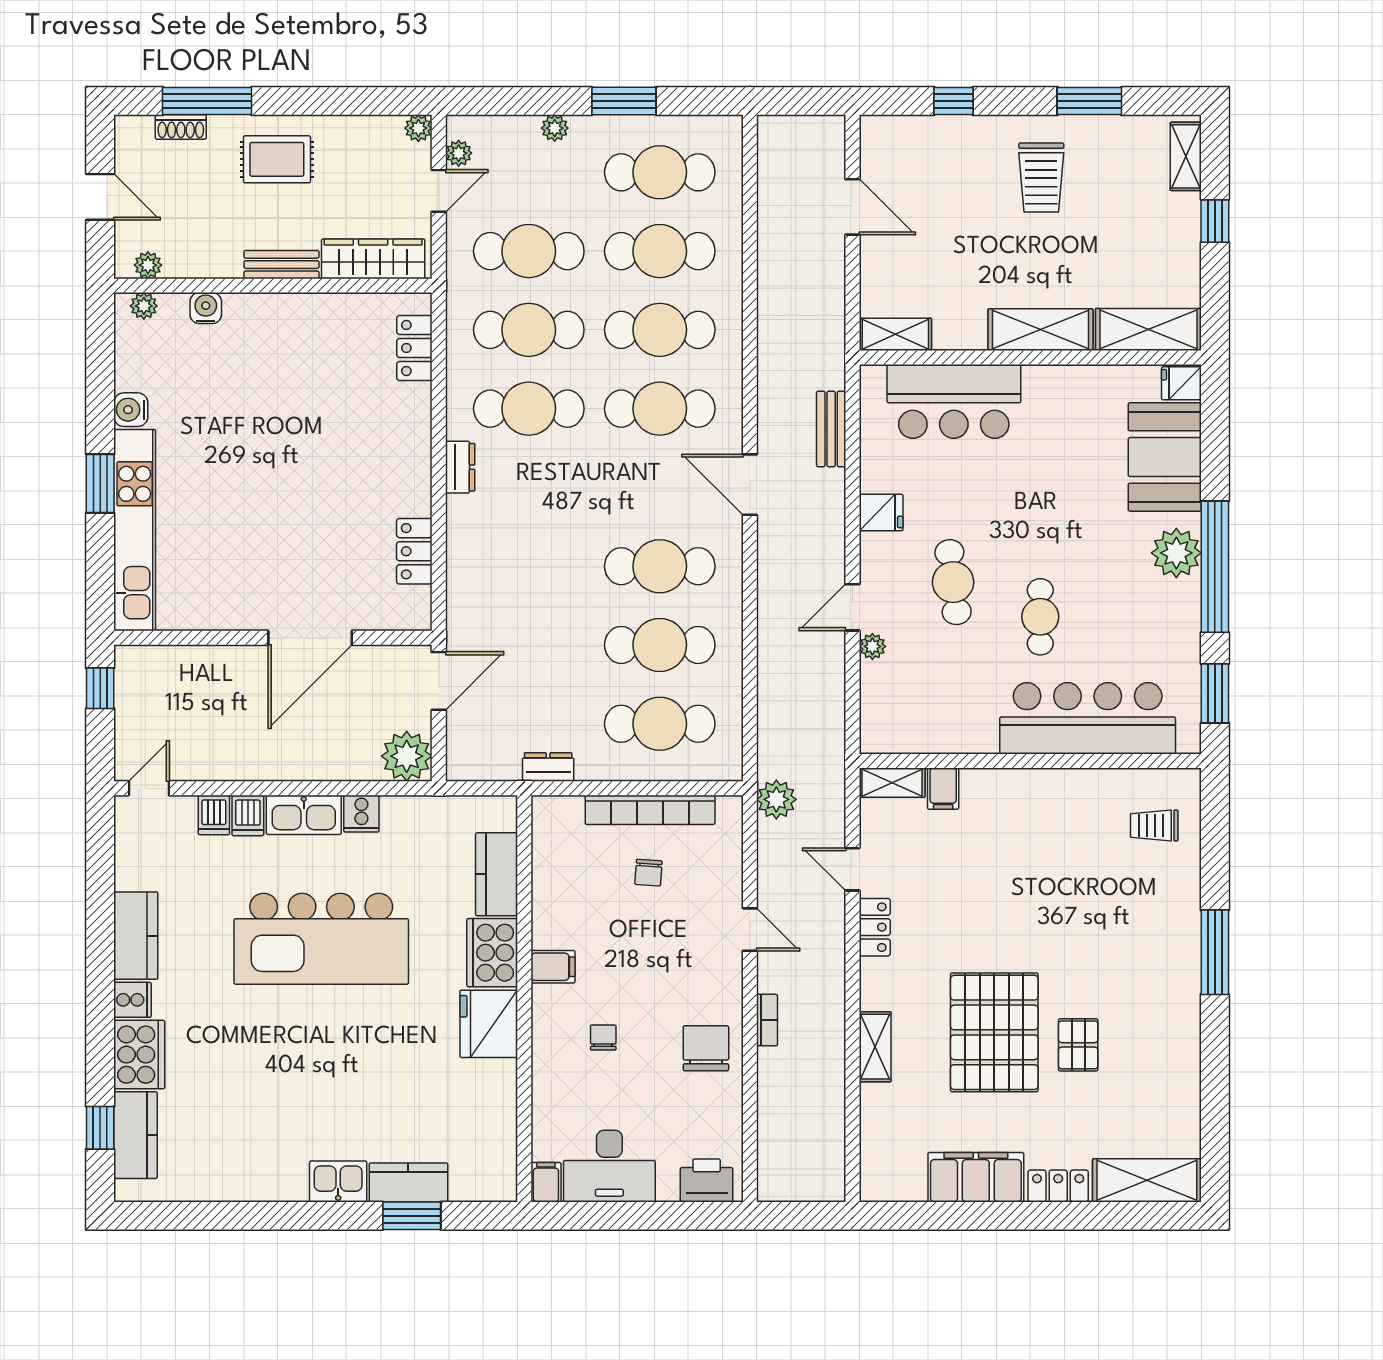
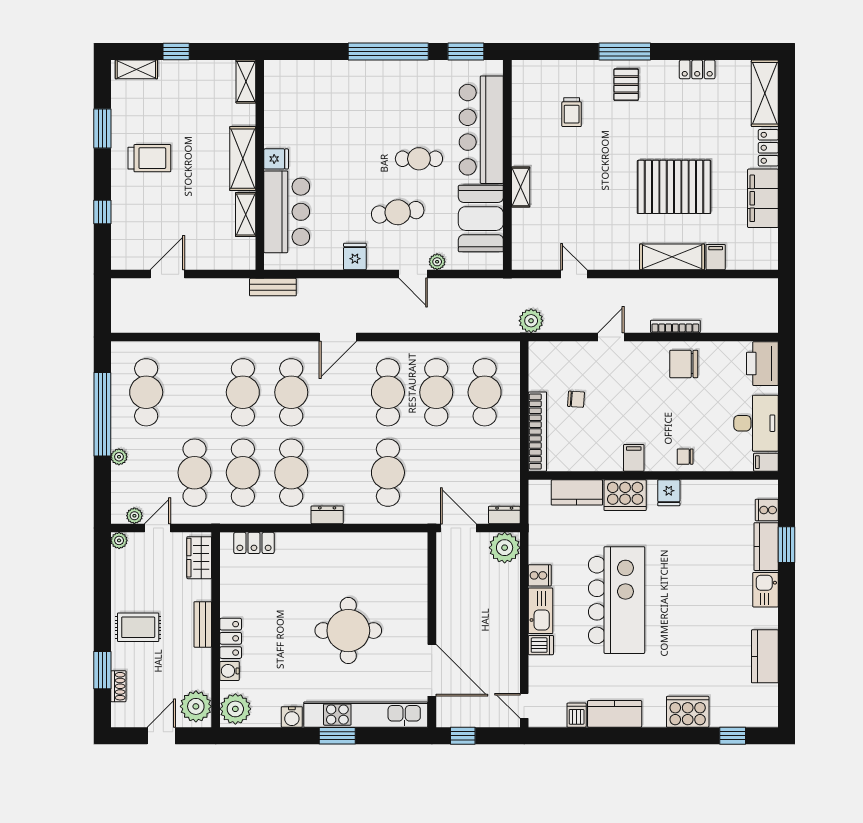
window: (207, 101) -> (102, 670), width x0.69
window: (624, 101) -> (102, 414), width x2.11
rug: (277, 159) -> (138, 627), turned 90
door: (439, 191) -> (158, 528), hinge flipped
cafe table: (660, 251) -> (388, 473), moved
wardrobe: (373, 259) -> (199, 558), width x0.67
plant: (148, 265) -> (196, 706), width x1.88, depth x1.88
plant: (144, 306) -> (235, 709), width x1.87, depth x1.87
shelving: (1148, 329) -> (246, 82), width x0.67, depth x0.75
shelving: (895, 334) -> (246, 215), moved
fridge: (1181, 383) -> (276, 159), moved, turned -90
bench: (831, 429) -> (273, 287), moved
booth: (1165, 457) -> (481, 219), moved, turned 90
round table: (272, 502) -> (348, 631), added
locker: (414, 551) -> (231, 638), moved, turned -90
plant: (1176, 553) -> (380, 75), removed
door: (310, 638) -> (432, 670), moved
dresser: (548, 767) -> (504, 515), moved, turned 90
shelving: (892, 783) -> (521, 187), moved
filing cabinet: (943, 789) -> (716, 257), moved, turned -90
bookcase: (650, 810) -> (537, 432), moved
dishwasher: (214, 815) -> (577, 715), moved, turned -90
trolley: (1154, 826) -> (572, 112), moved
door: (852, 869) -> (574, 274), swing flipped
locker: (875, 927) -> (697, 69), moved, turned 180
cooker: (132, 1000) -> (767, 510), moved, turned -90
bookcase: (767, 1020) -> (675, 326), width x1.56
fridge: (489, 1024) -> (669, 493), width x0.53, depth x0.75
chair: (603, 1038) -> (685, 457), moved
pallet: (1078, 1045) -> (626, 85), moved, turned 90
shelving: (875, 1047) -> (672, 257), width x1.50, depth x1.33
kitchen counter: (136, 1135) -> (765, 656), moved, turned -90
printer: (707, 1180) -> (762, 364), width x1.37, depth x1.19

